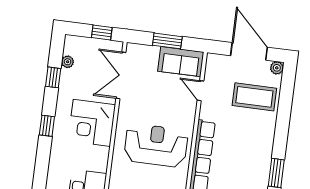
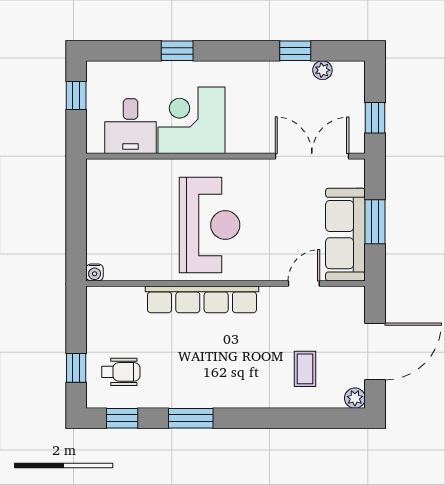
sofa: (181, 62) -> (345, 235), width x1.36
coffee table: (254, 97) -> (305, 369), width x0.54, depth x0.58
corner desk: (92, 123) -> (192, 120), moved
window: (47, 126) -> (177, 51), moved

